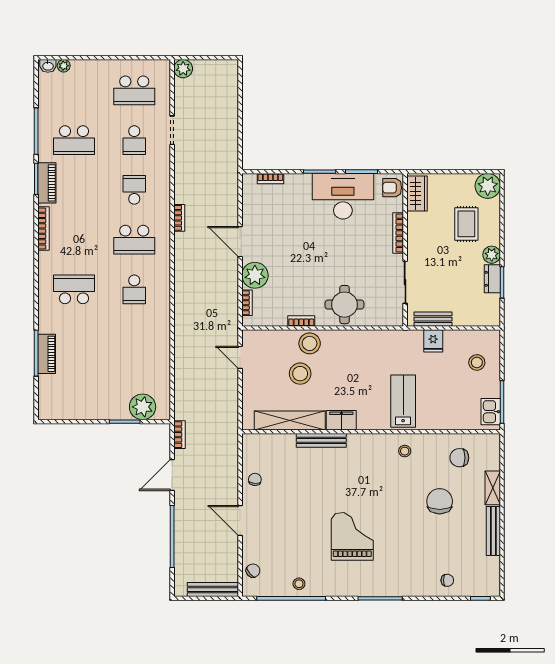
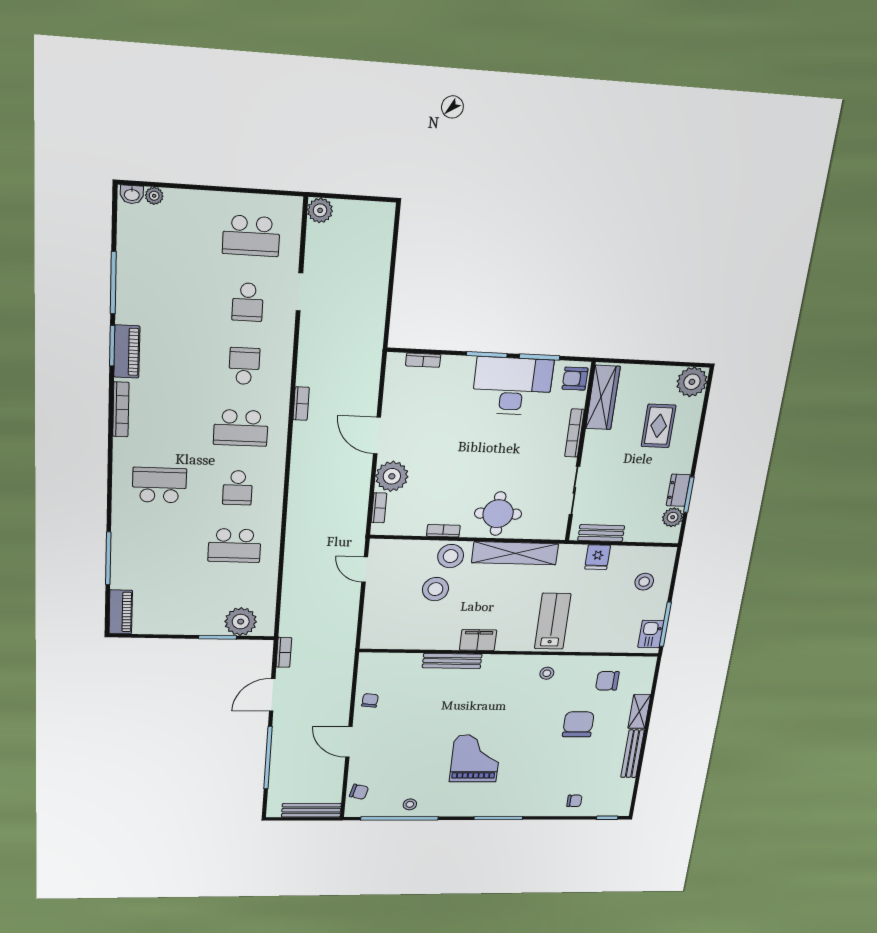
school desk: (74, 140) -> (235, 546), moved
wardrobe: (417, 193) -> (603, 398), width x1.50
plant: (492, 255) -> (673, 517), moved
piano: (47, 354) -> (121, 612), moved
shelving: (290, 420) -> (515, 553), moved
chair: (253, 571) -> (359, 792), turned 54

